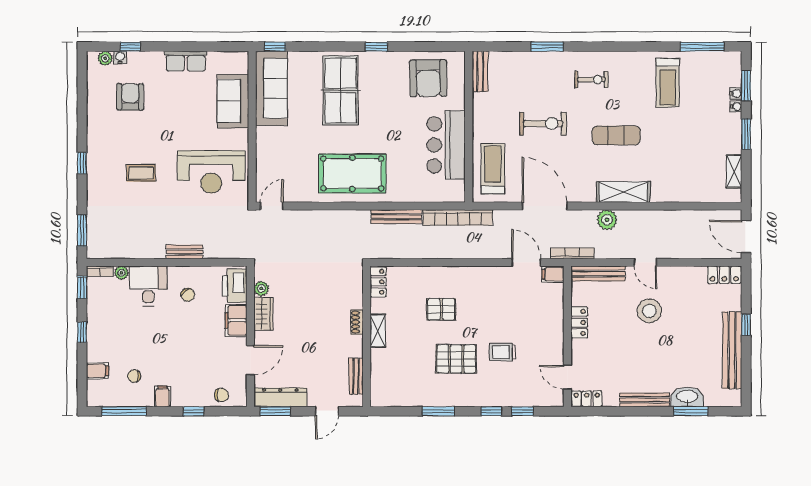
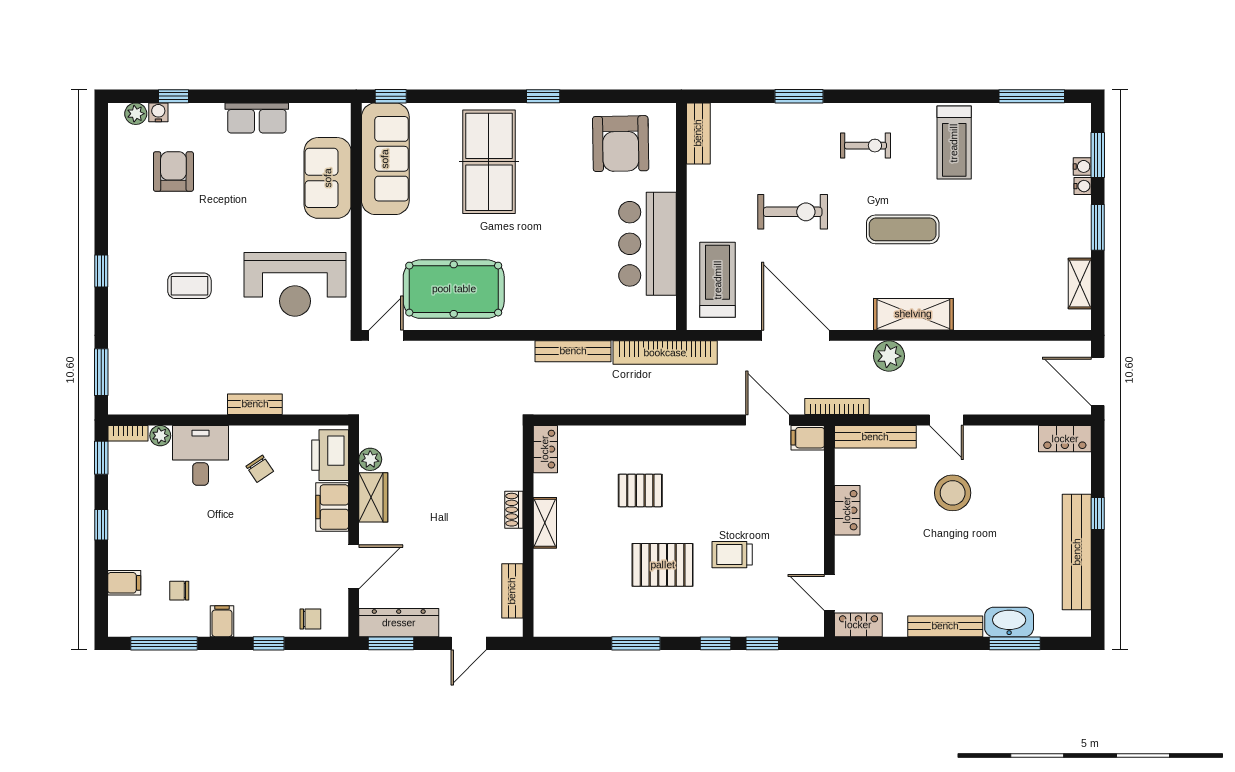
treadmill: (668, 83) -> (954, 143), moved
pool table: (352, 173) -> (454, 289), moved

